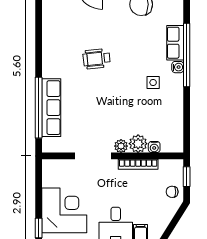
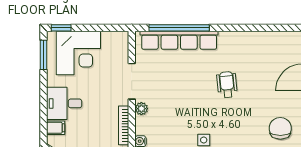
row of seats: (51, 108) -> (179, 40), width x1.36
plant: (138, 144) -> (144, 125), removed

